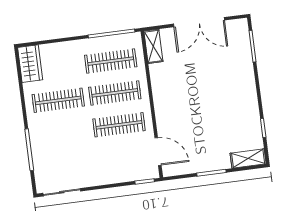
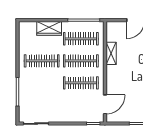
shelving: (153, 46) -> (111, 53), moved
wardrobe: (30, 64) -> (49, 28), moved, turned 90
door: (158, 152) -> (105, 104), hinge flipped

